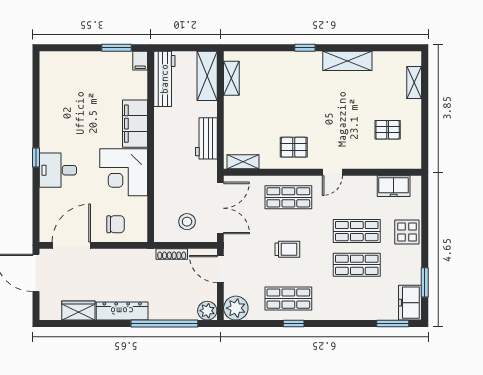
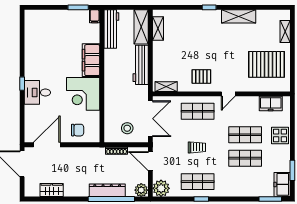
pallet: (388, 130) -> (267, 64), width x2.05, depth x2.00
workbench: (206, 138) -> (141, 65), width x1.38
dresser: (122, 311) -> (107, 190), moved

